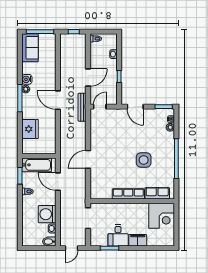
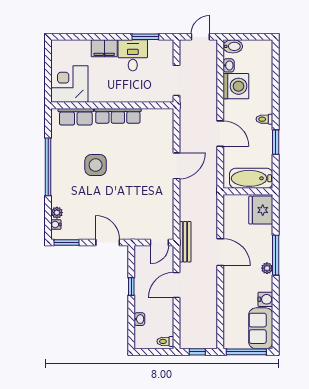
water cooler: (27, 79) -> (265, 299), moved
wall: (39, 156) -> (248, 191), moved
bathtub: (37, 165) -> (251, 178), moved

